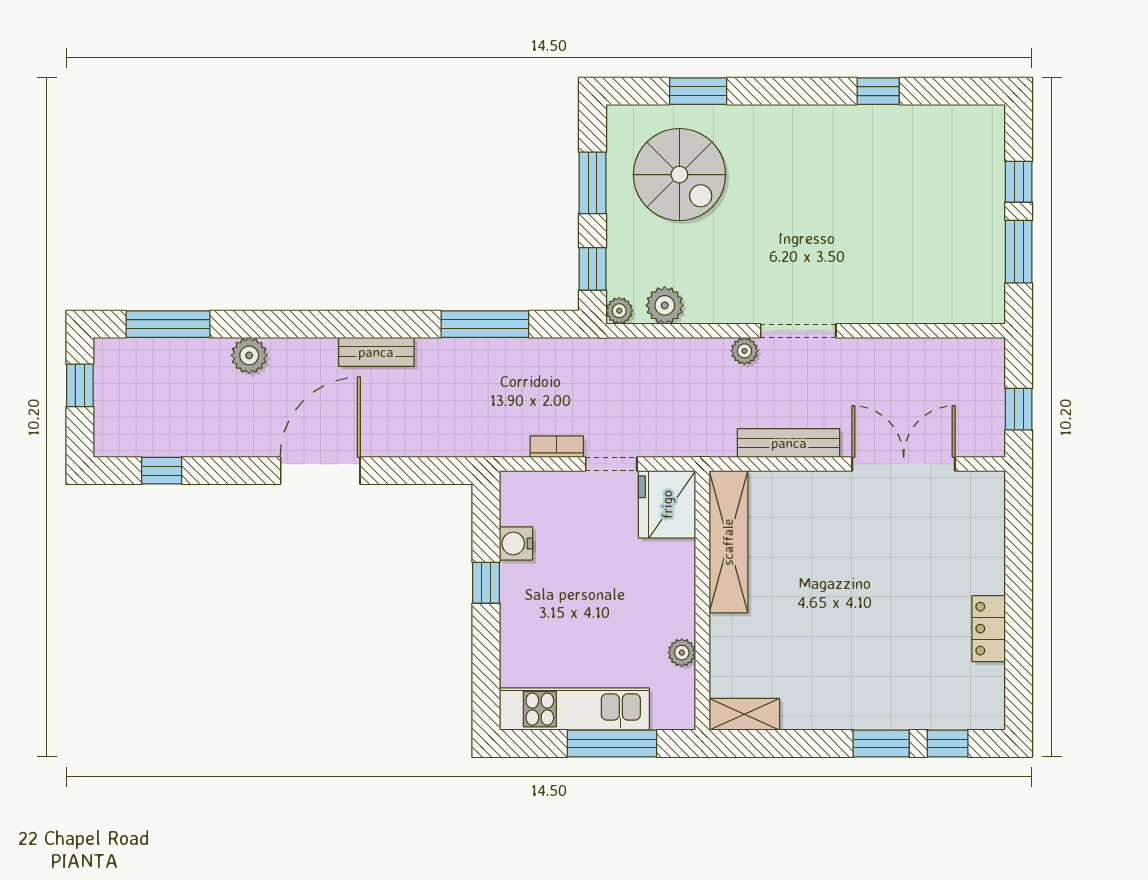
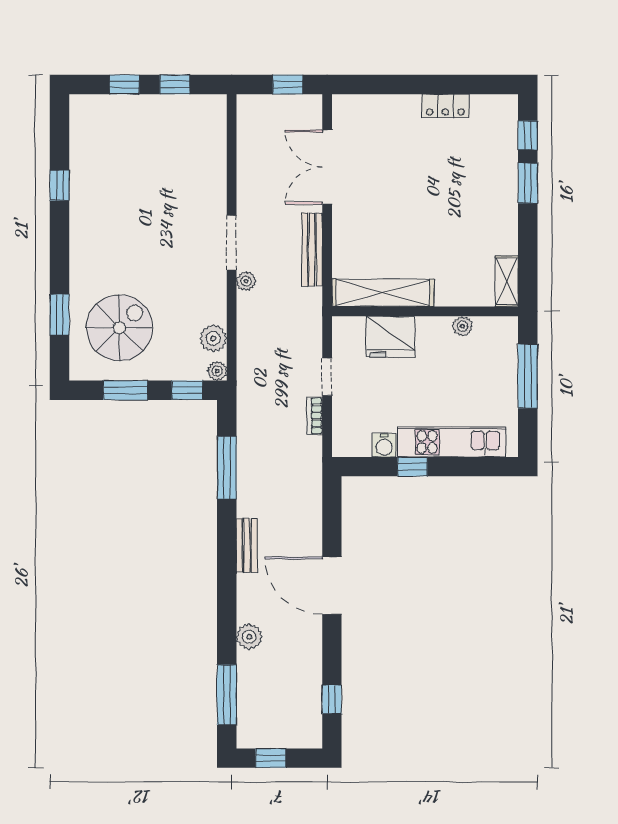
window: (1019, 252) -> (175, 84), width x0.67
fridge: (667, 504) -> (390, 337), moved
kitchen unit: (574, 709) -> (452, 442), moved, turned 90

